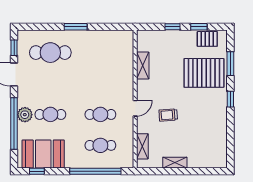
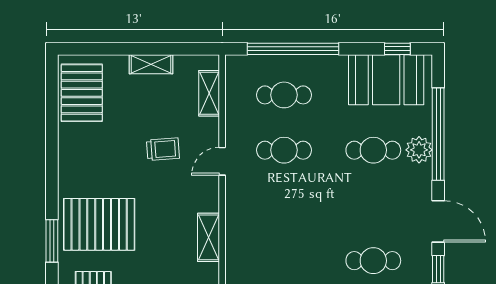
cafe table: (50, 53) -> (373, 261), width x0.73, depth x0.74
window: (230, 99) -> (52, 177), removed
pallet: (214, 147) -> (82, 93), added

